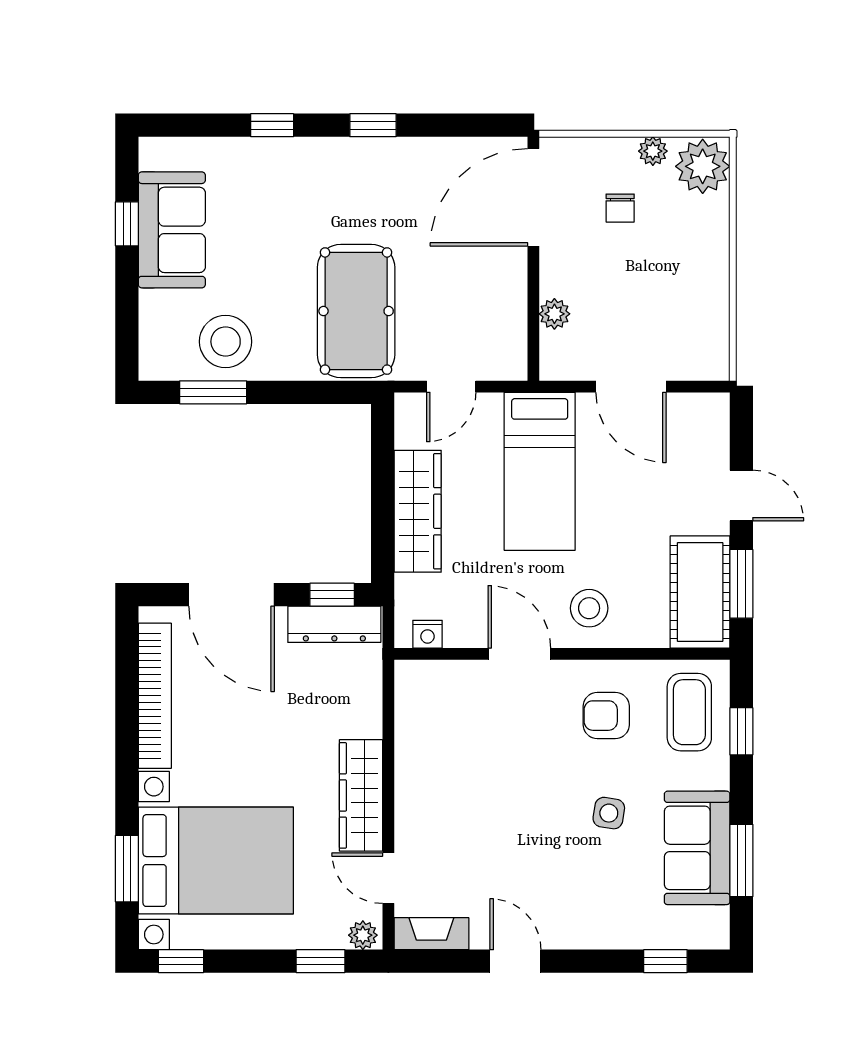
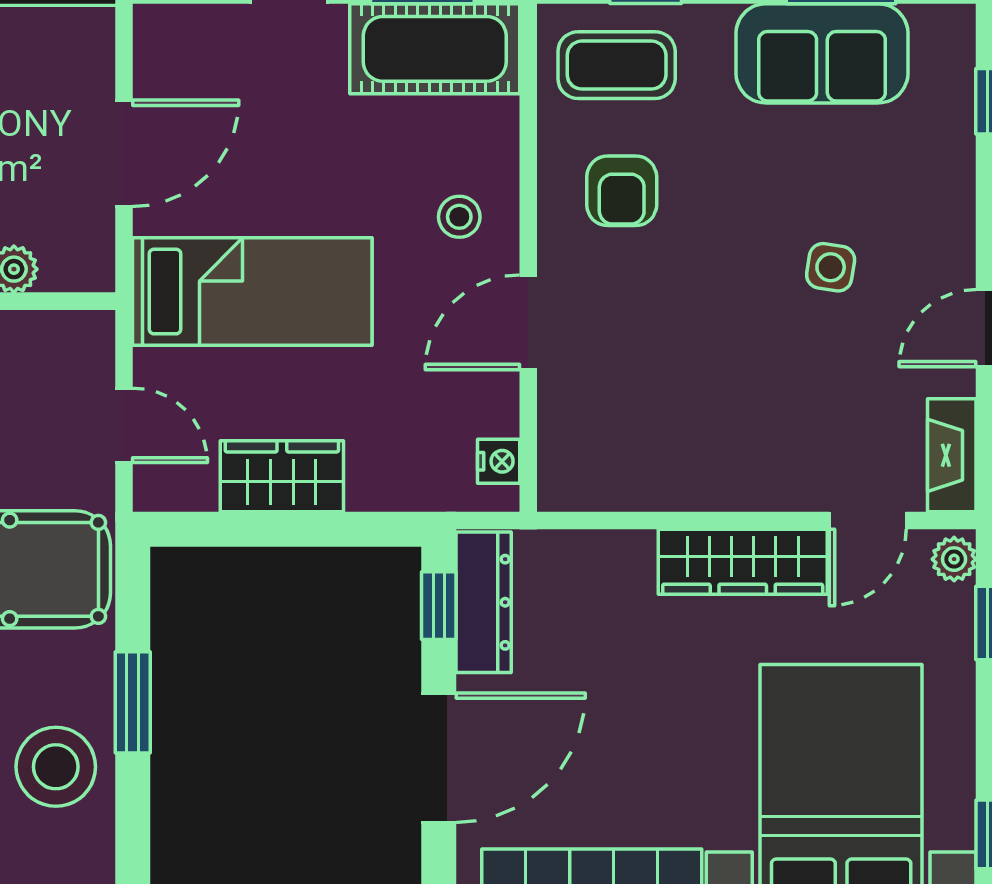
window: (213, 392) -> (133, 702), moved
wardrobe: (418, 511) -> (282, 476), width x0.67
stool: (589, 608) -> (459, 217), width x0.73, depth x0.73
side table: (609, 813) -> (831, 267), moved

